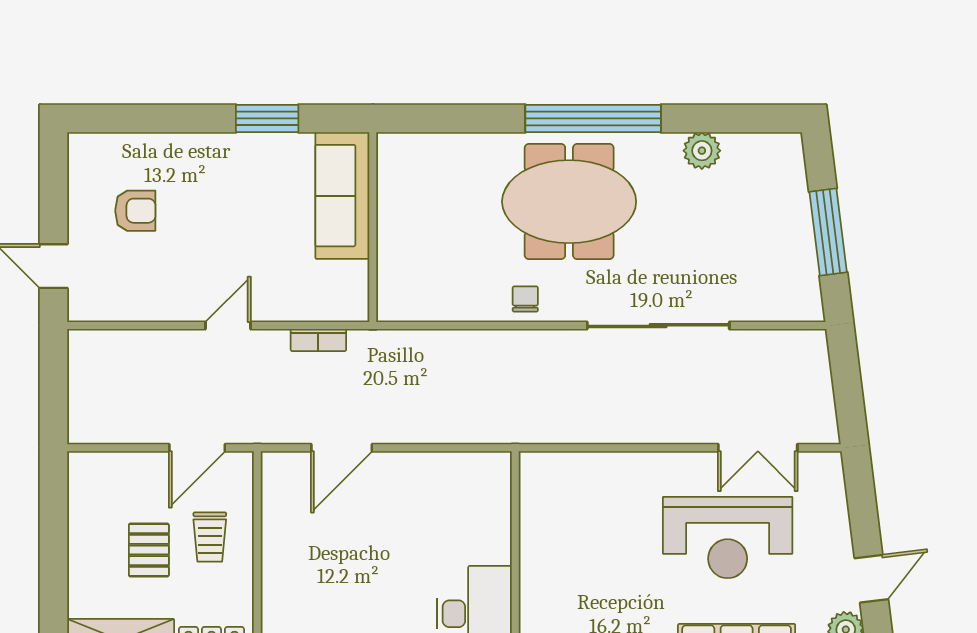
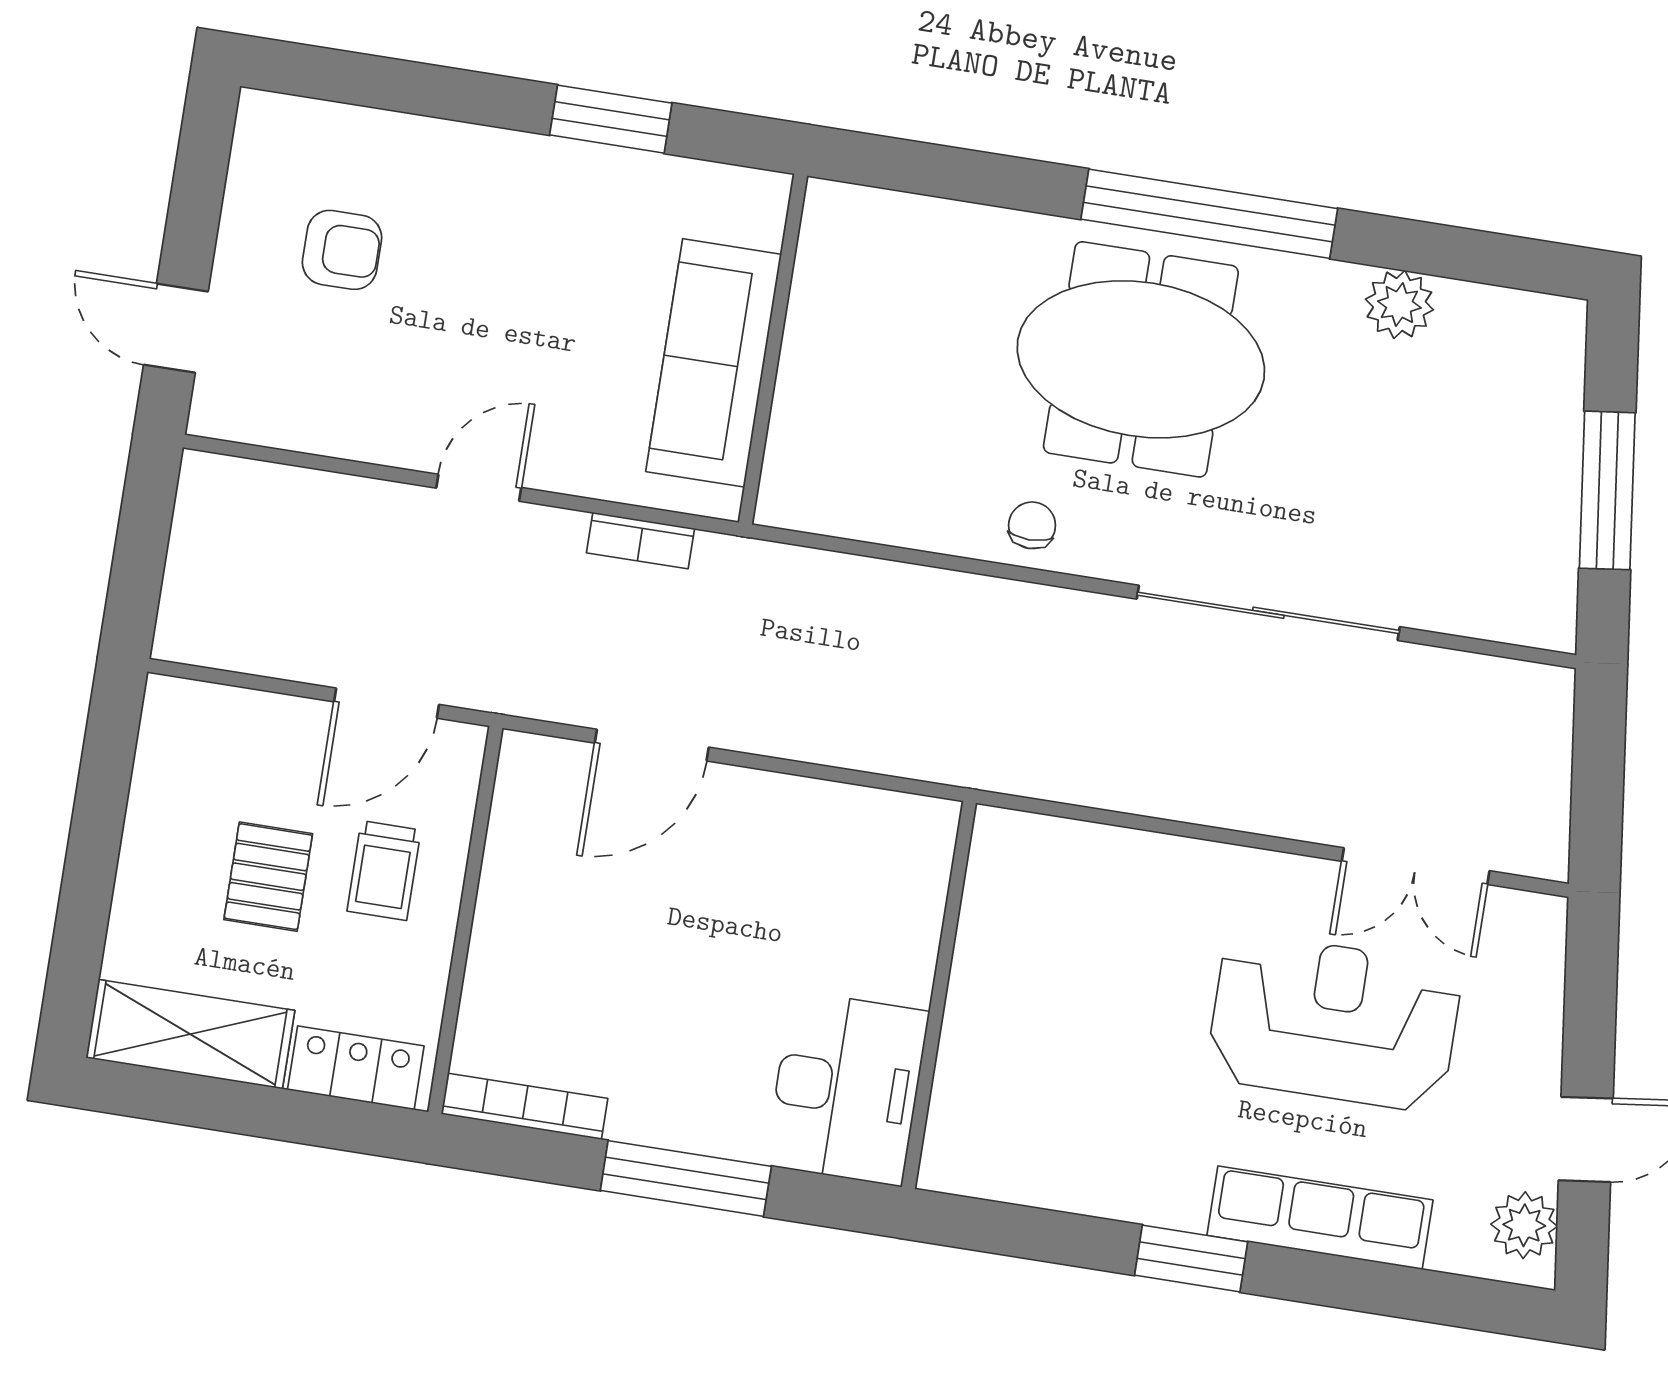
sofa: (342, 196) -> (714, 363), moved
reception desk: (728, 538) -> (1334, 1022), turned 180

